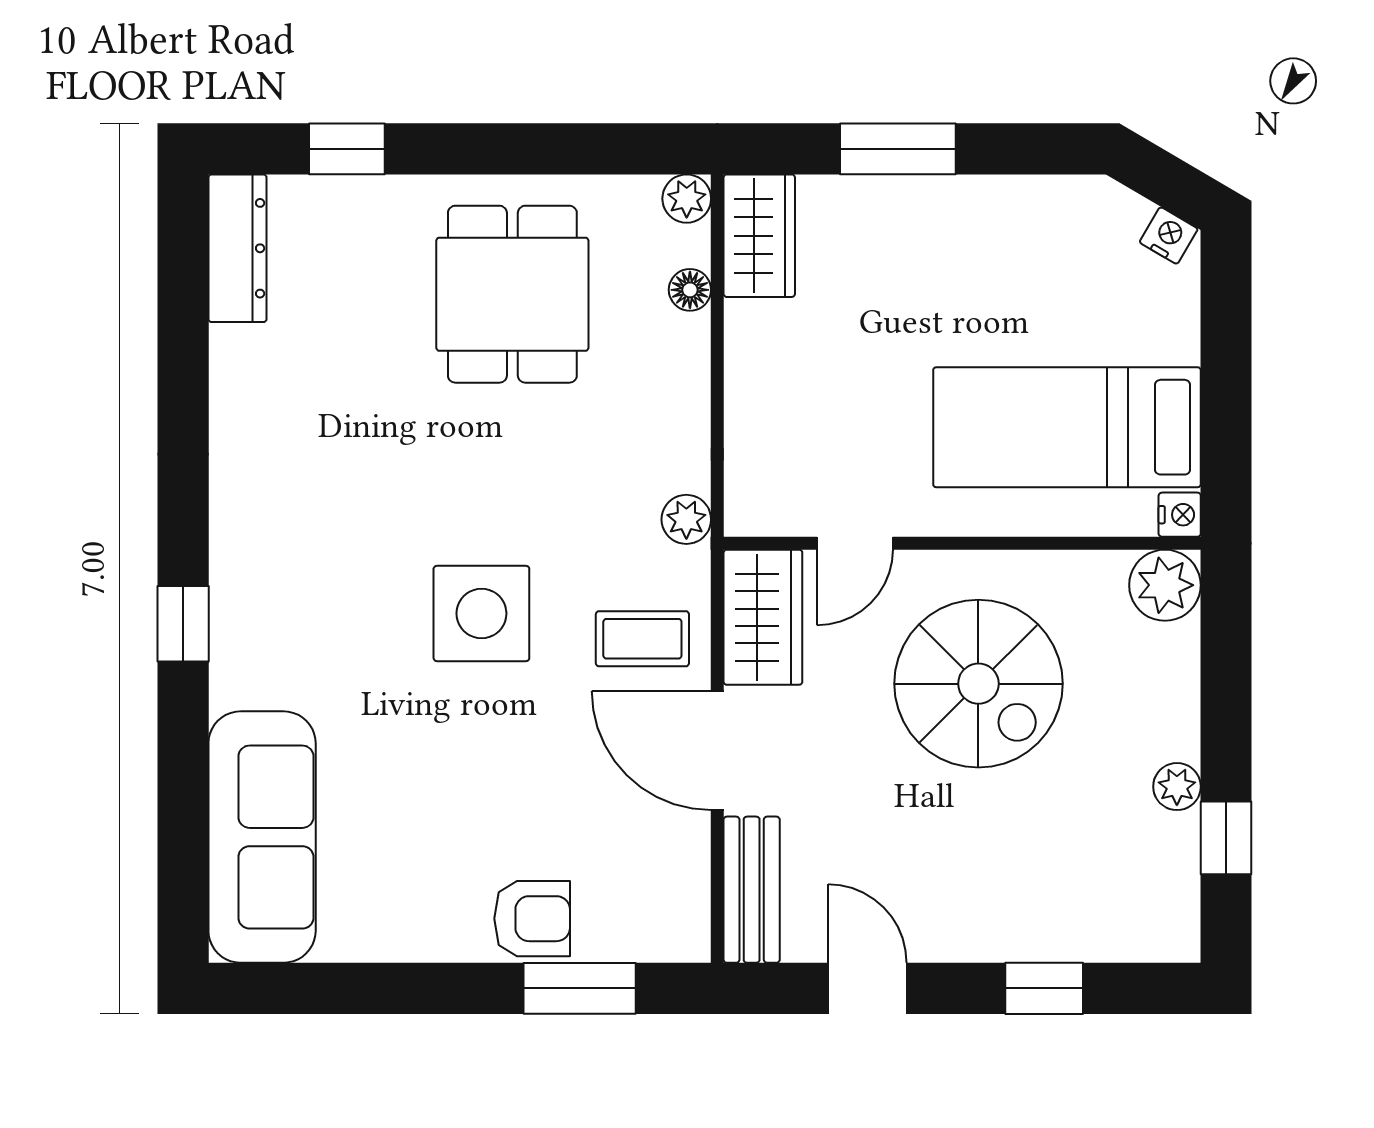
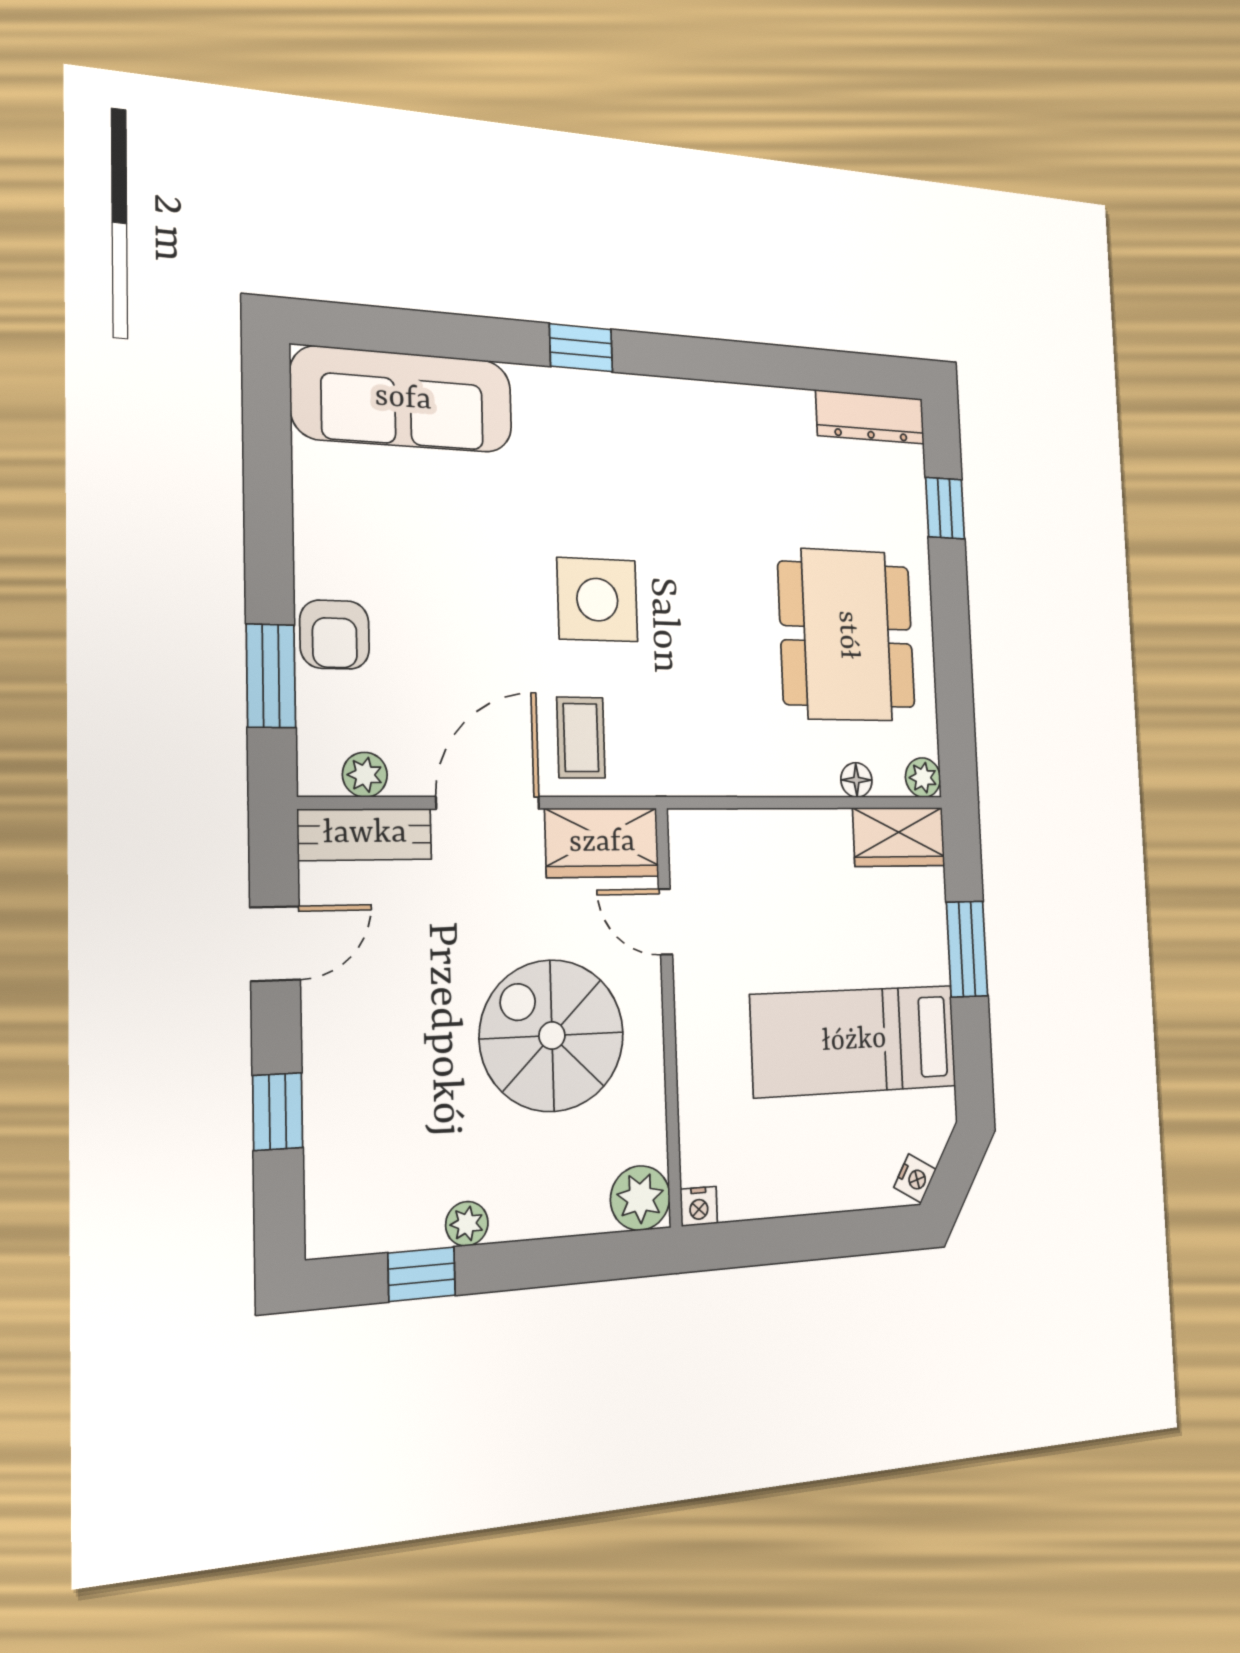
dining table: (512, 294) -> (847, 635), width x1.38
bed: (1067, 427) -> (854, 1041), moved, turned -90
plant: (686, 519) -> (365, 775), moved
spiral stairs: (978, 684) -> (552, 1036), turned 90

